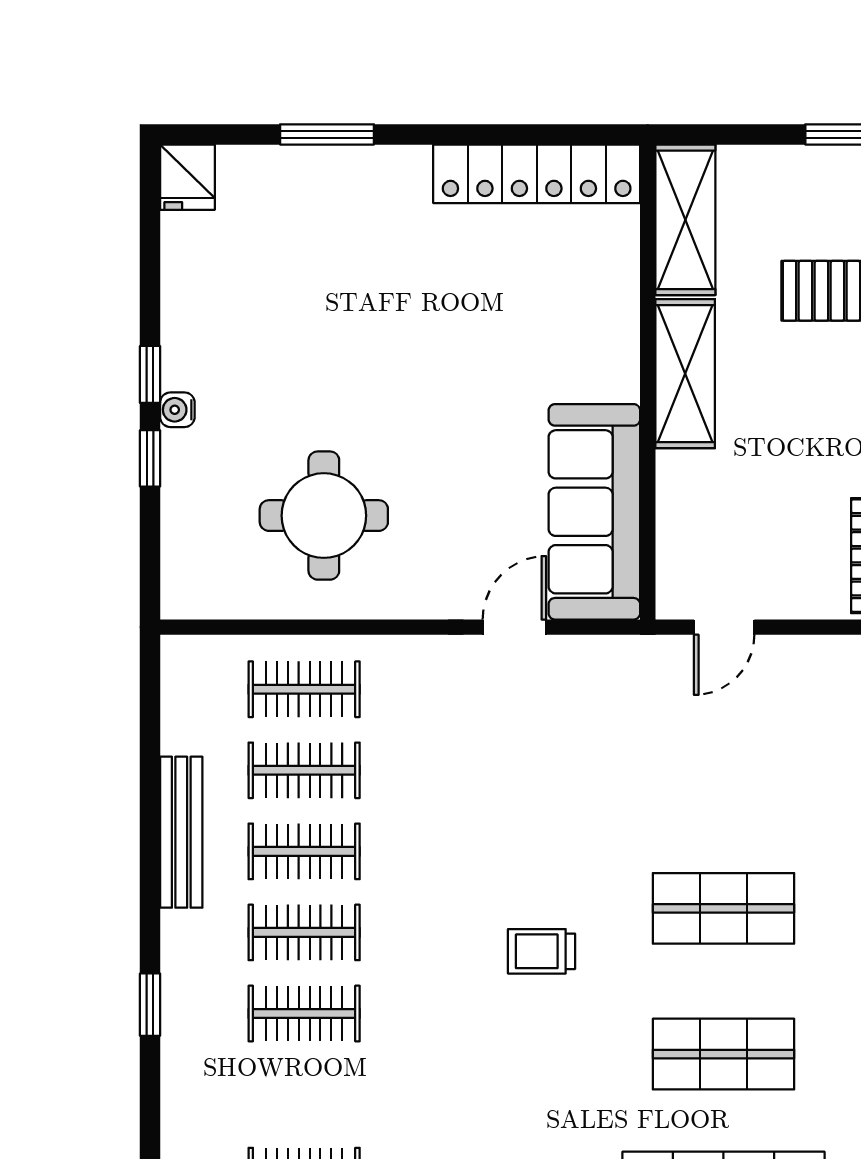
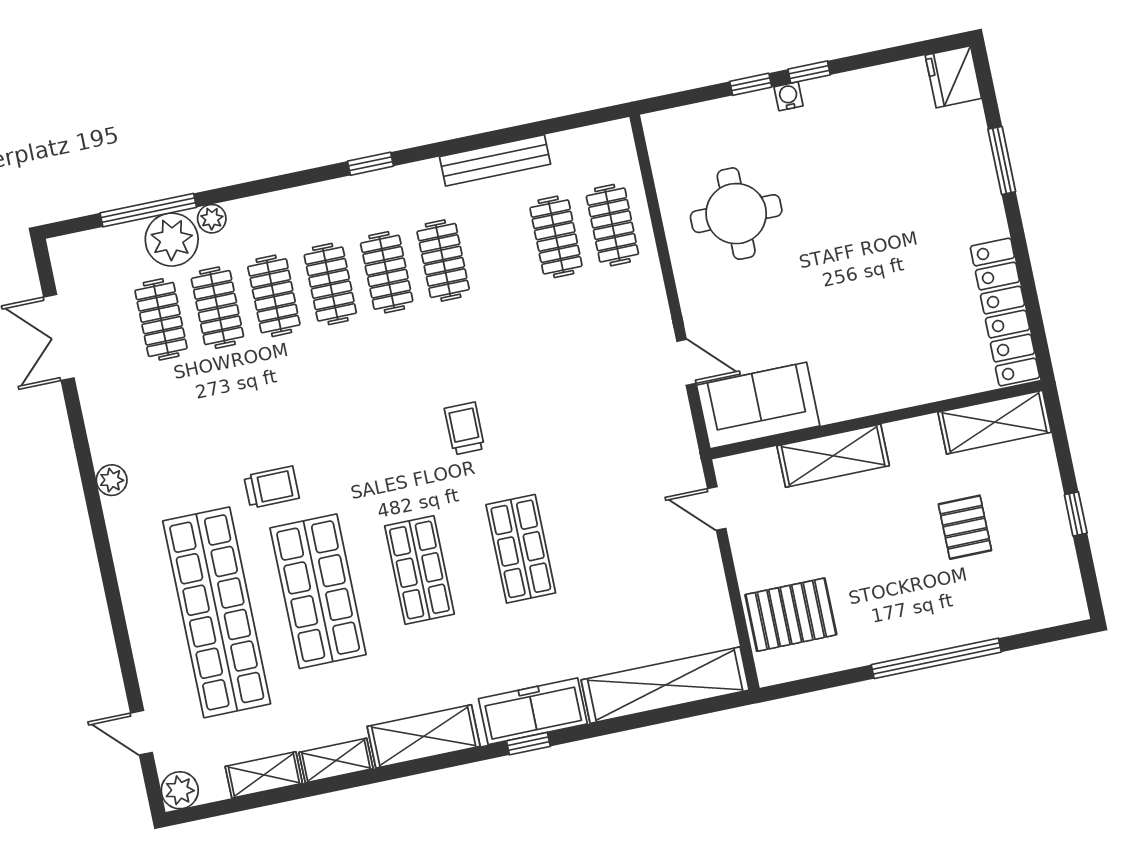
fridge: (187, 177) -> (953, 77), width x1.38
shelving: (685, 374) -> (833, 456), moved
sofa: (594, 512) -> (758, 405), width x0.73
clothes rail: (304, 851) -> (330, 284), moved

